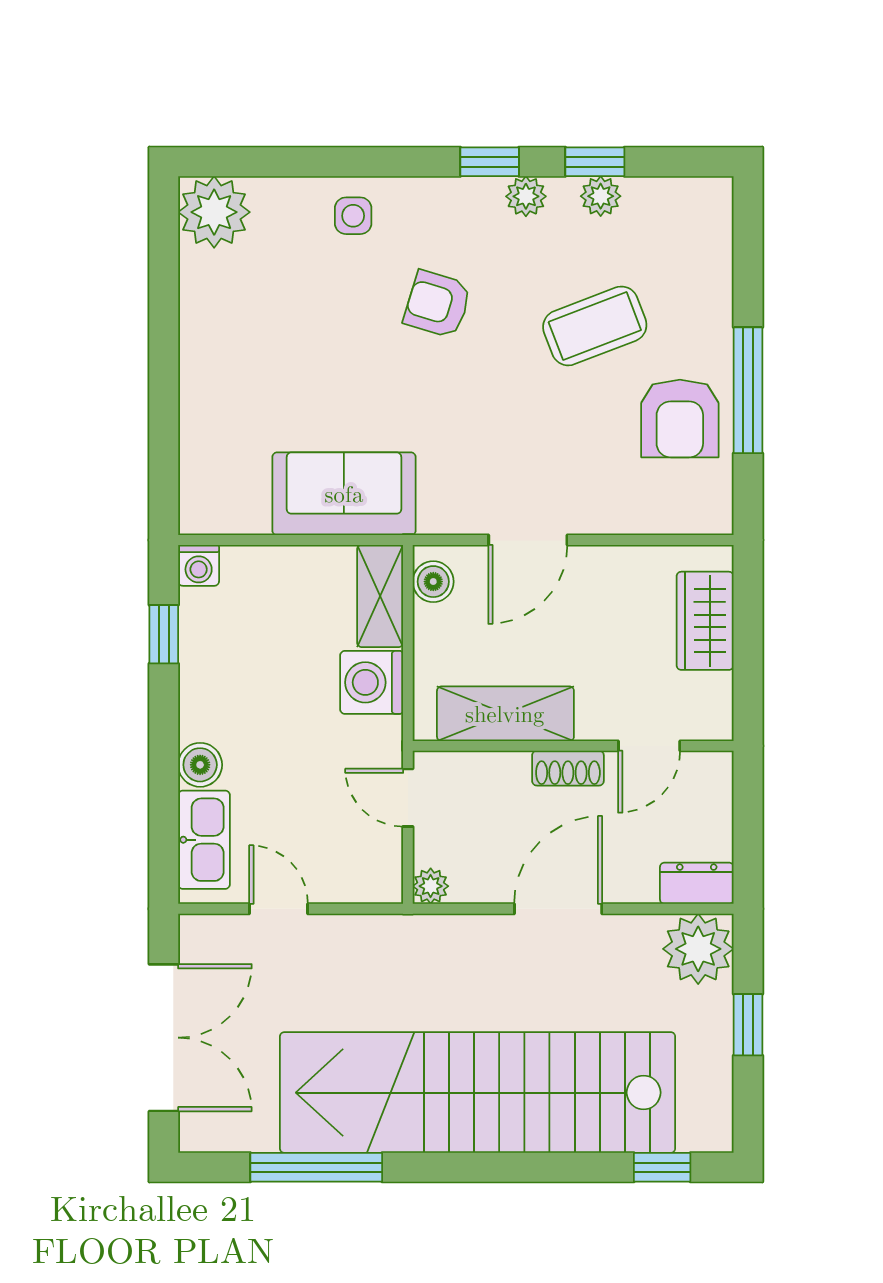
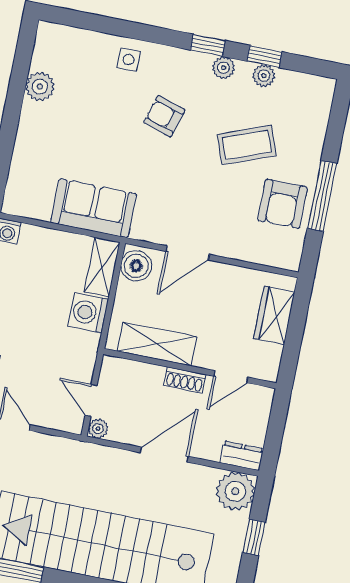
plant: (214, 212) -> (40, 87), moved, width x0.73, depth x0.73
boiler: (433, 582) -> (136, 266), width x1.36, depth x1.36
door: (408, 798) -> (91, 401), moved

